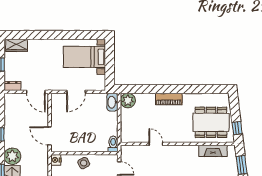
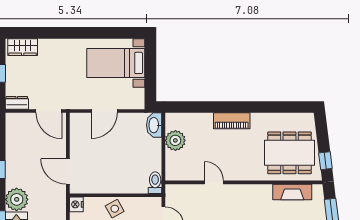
plant: (128, 101) -> (175, 140), moved

